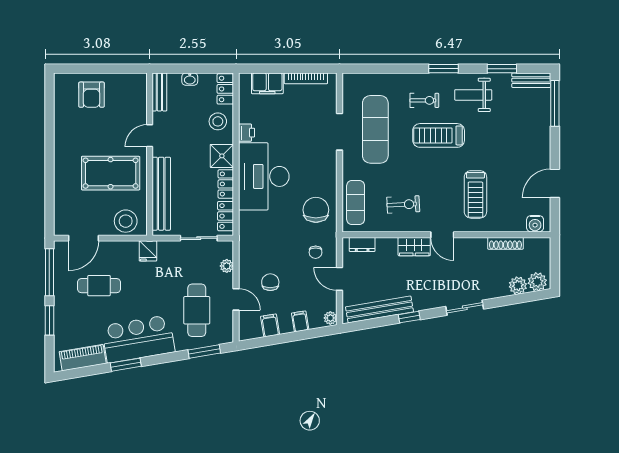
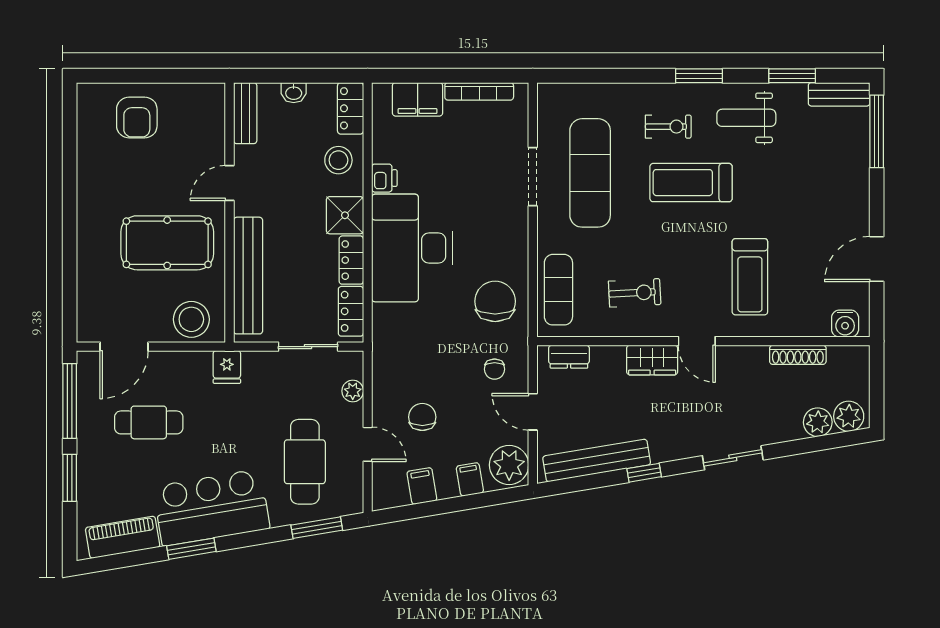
plant: (330, 318) -> (509, 465), width x1.88, depth x1.88

